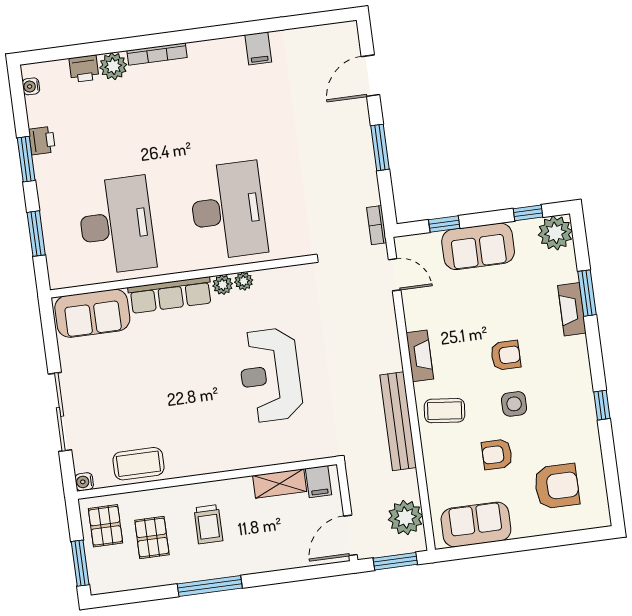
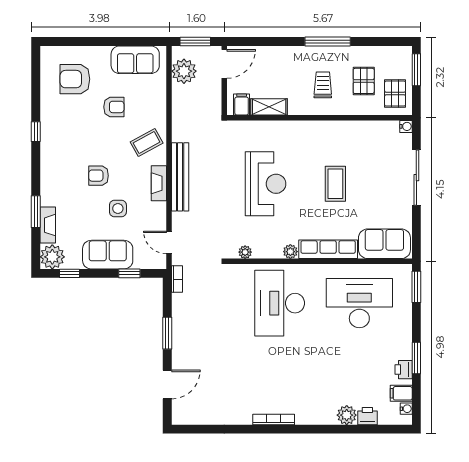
filing cabinet: (258, 48) -> (401, 393), moved, turned -90
bookcase: (157, 54) -> (274, 420), moved
desk: (116, 225) -> (359, 303), turned 90
window: (36, 234) -> (416, 287), moved
plant: (244, 281) -> (245, 252), moved
fireplace: (572, 309) -> (48, 225), moved
side table: (514, 404) -> (118, 208), moved
coffee table: (445, 411) -> (147, 143), turned -35
bench: (398, 421) -> (180, 177), moved
coffee table: (138, 464) -> (335, 184), moved, turned 90

